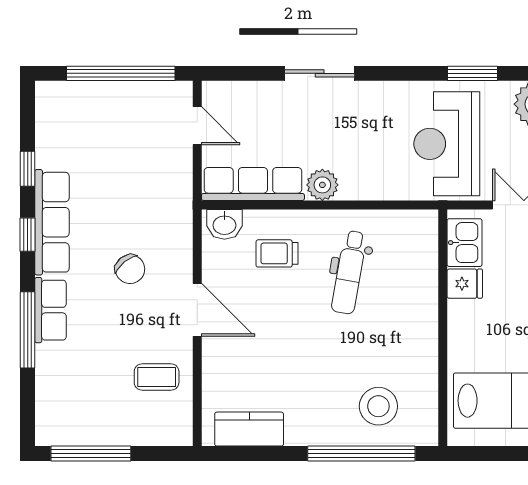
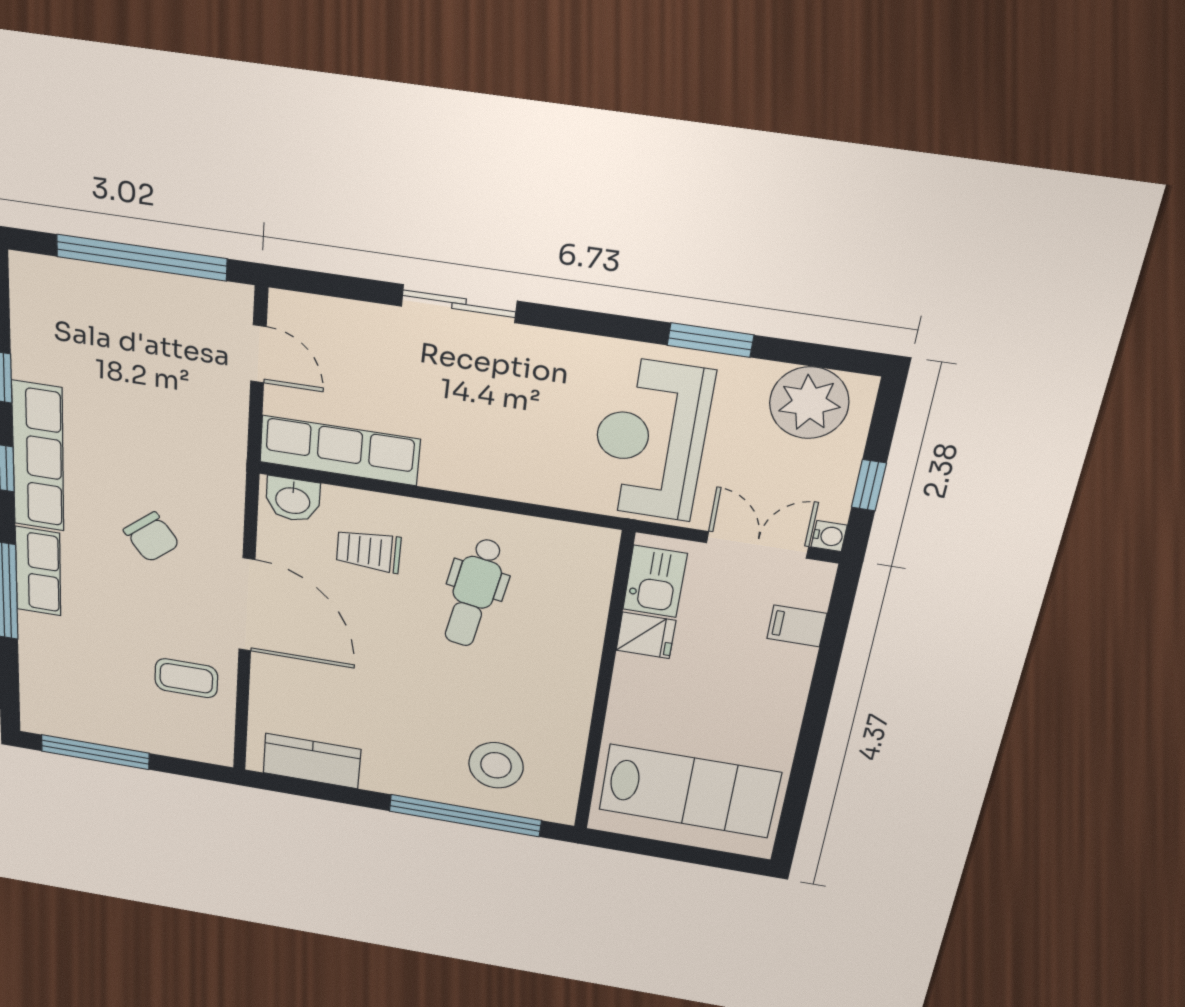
plant: (322, 185) -> (446, 468), removed
door: (197, 310) -> (247, 605), width x1.36

